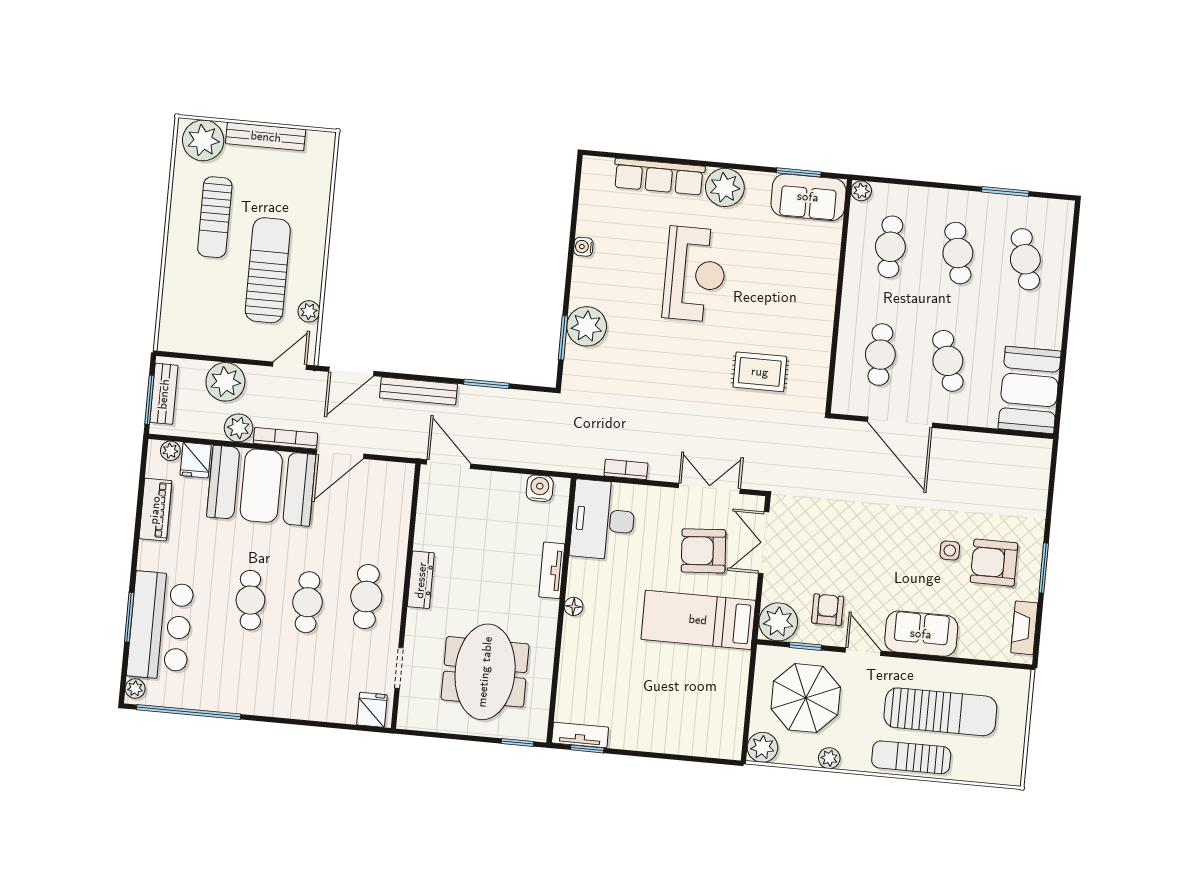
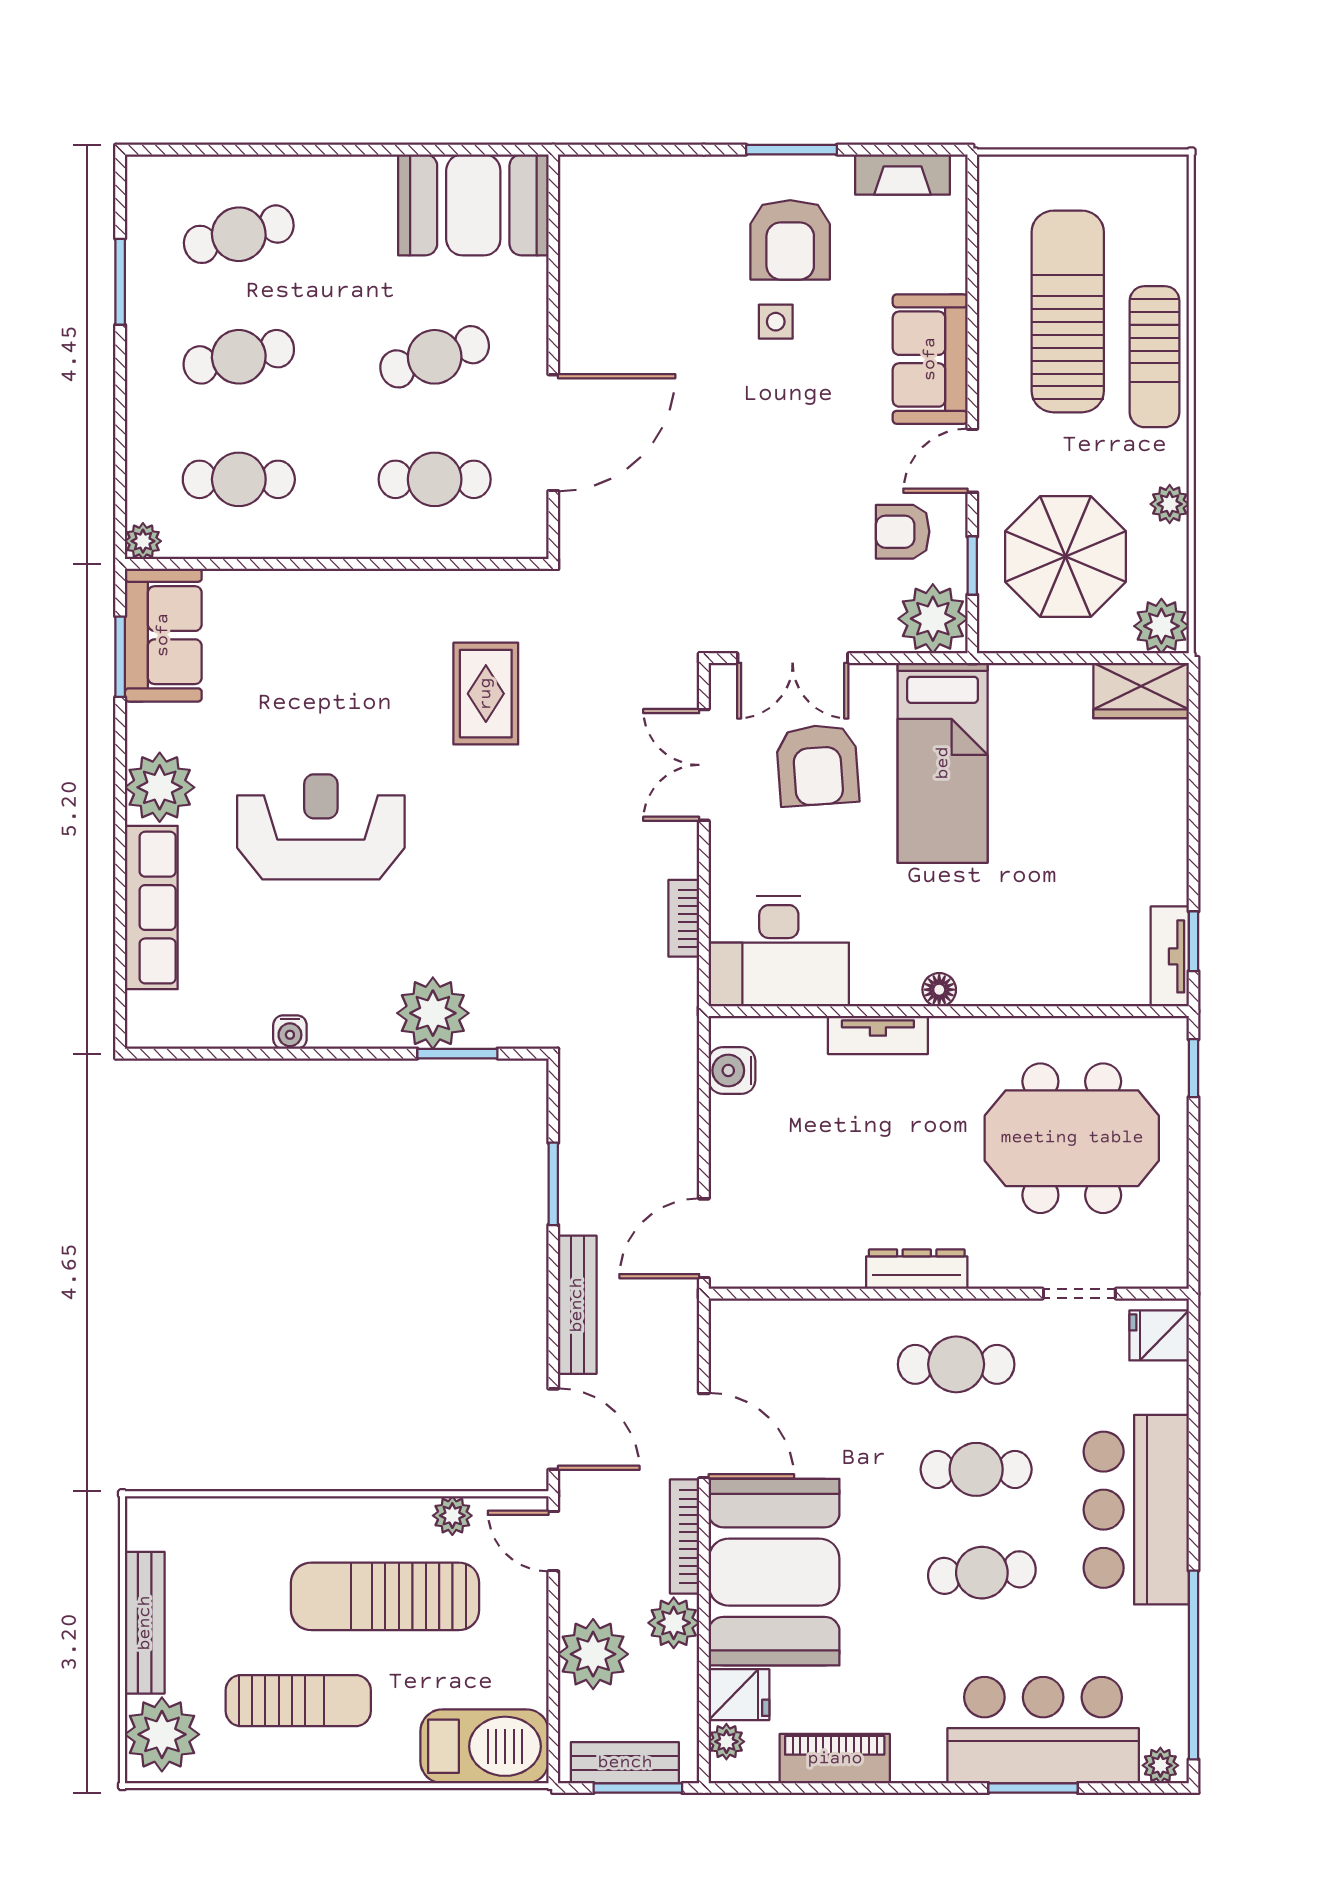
barbecue: (180, 317) -> (484, 1746), added
bar counter: (277, 688) -> (1136, 1510), added
wardrobe: (728, 733) -> (1141, 690), added

